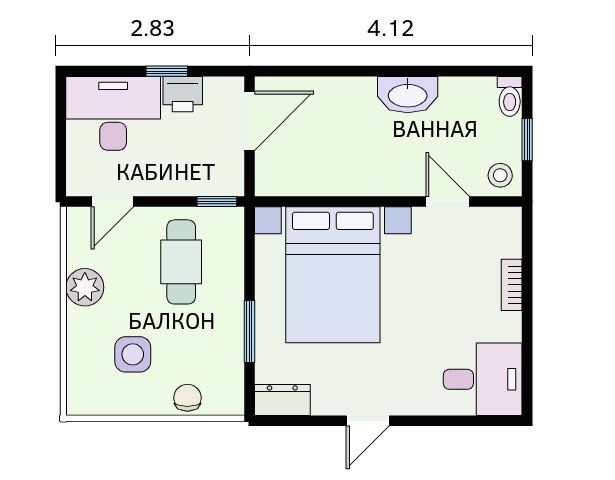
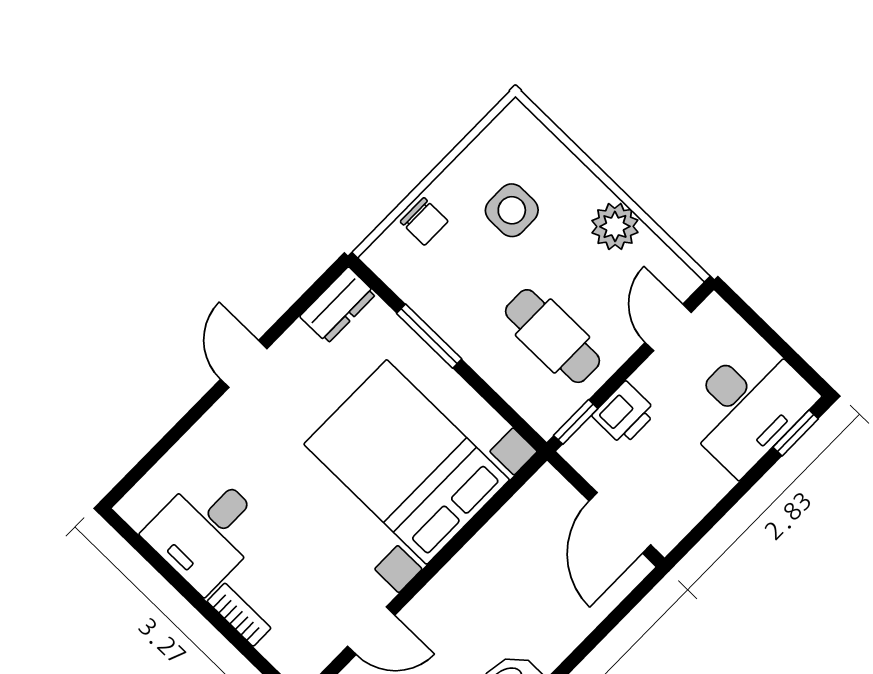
window: (167, 71) -> (796, 433), moved
printer: (183, 94) -> (625, 414), moved, turned 180
desk: (483, 379) -> (206, 531), moved

